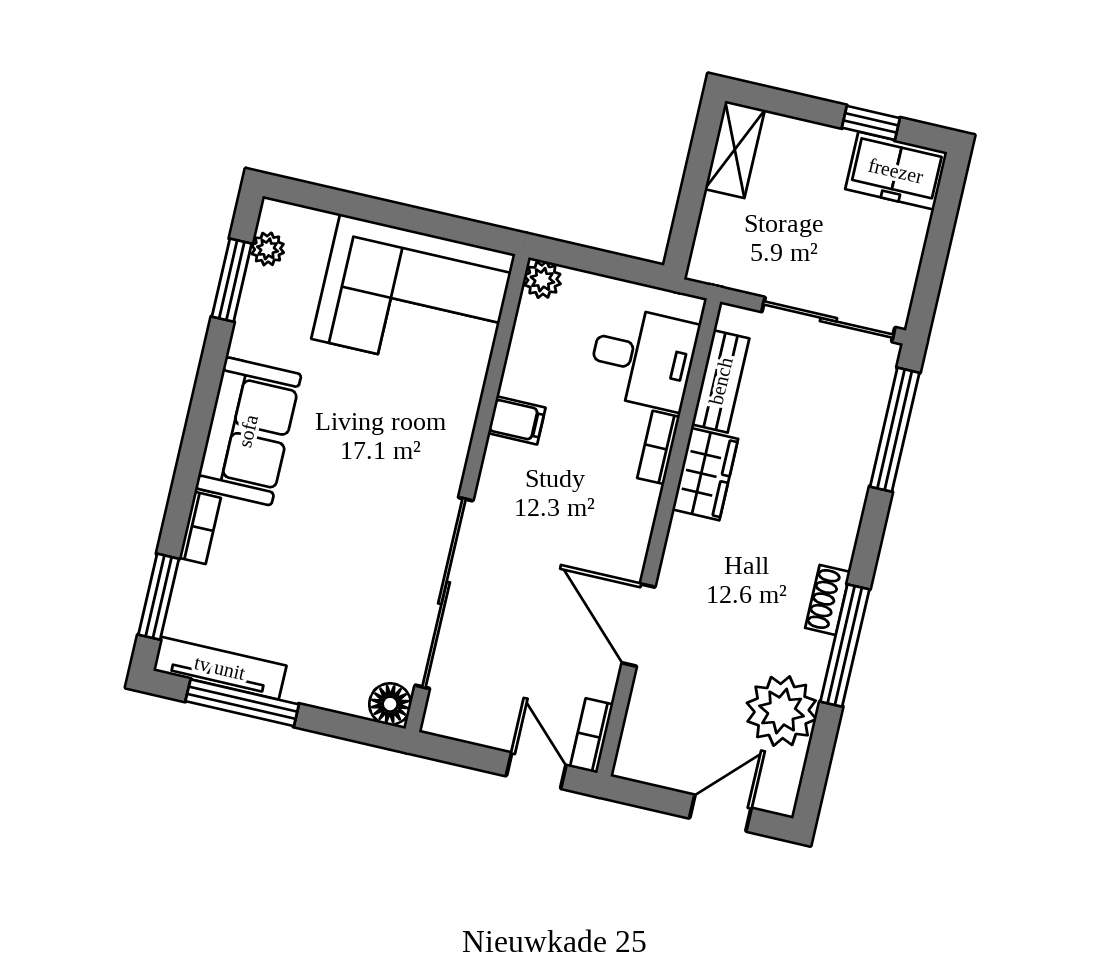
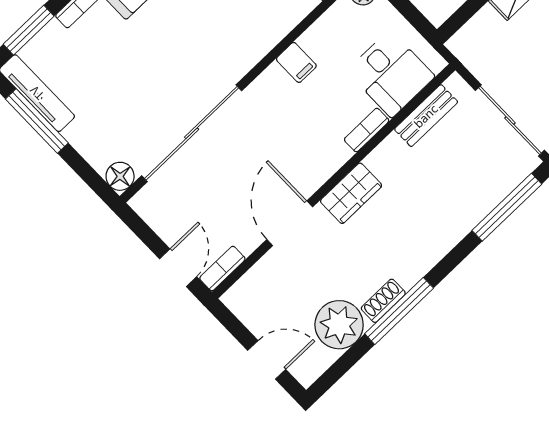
wardrobe: (705, 474) -> (351, 193), moved
shoe rack: (828, 600) -> (383, 301), moved

